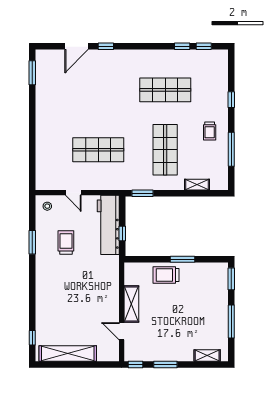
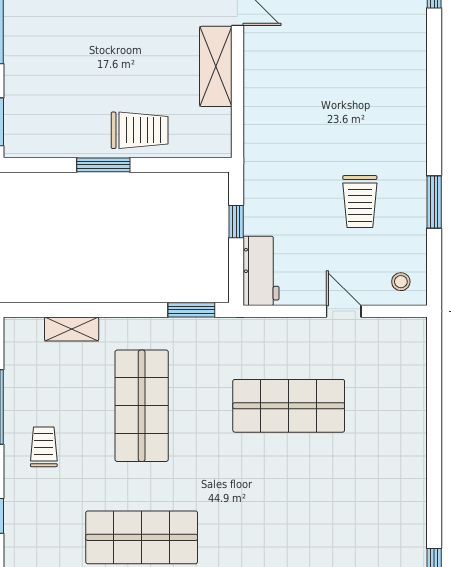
workbench: (108, 225) -> (261, 271), width x0.53, depth x0.76

